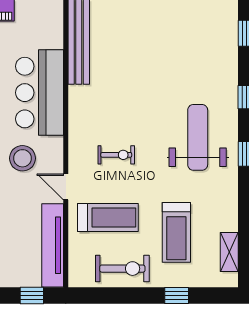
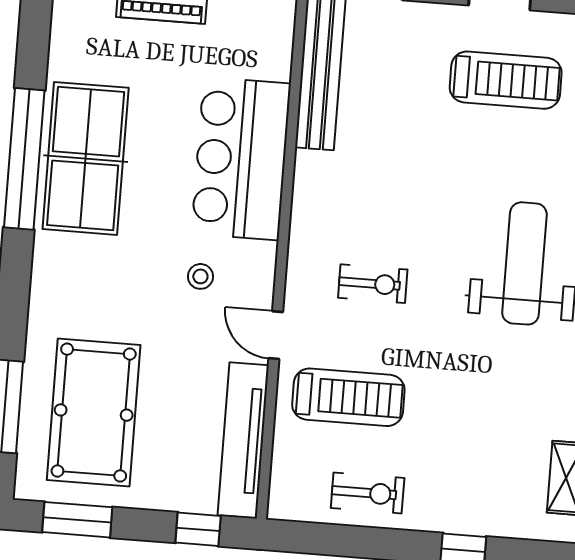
stool: (22, 158) -> (200, 276), width x0.53, depth x0.53
treadmill: (176, 232) -> (506, 80), moved, turned -90
exercise bike: (122, 269) -> (368, 493), width x0.73, depth x0.72

